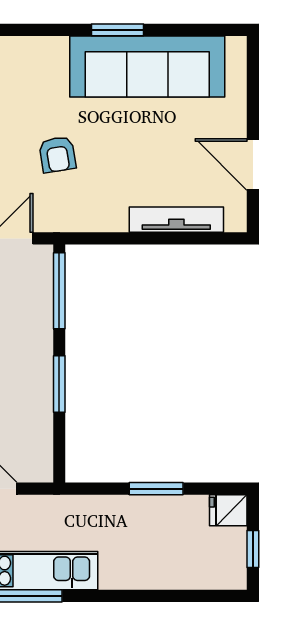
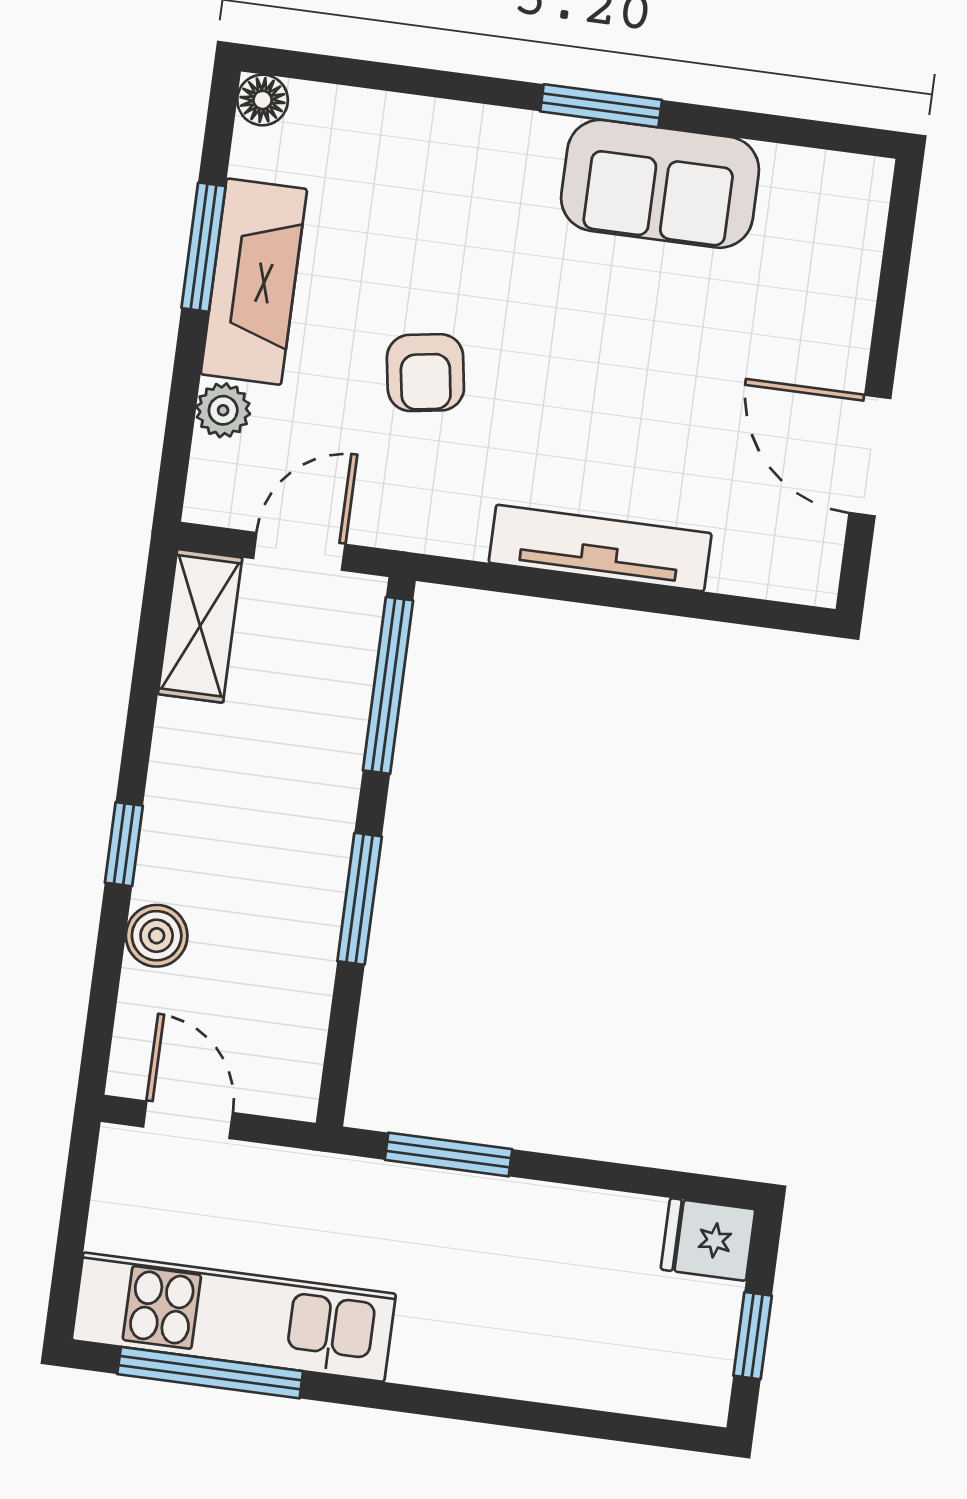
sofa: (147, 66) -> (660, 184), width x0.54, depth x0.79
tv unit: (176, 220) -> (600, 548), moved
window: (156, 489) -> (449, 1155), moved

